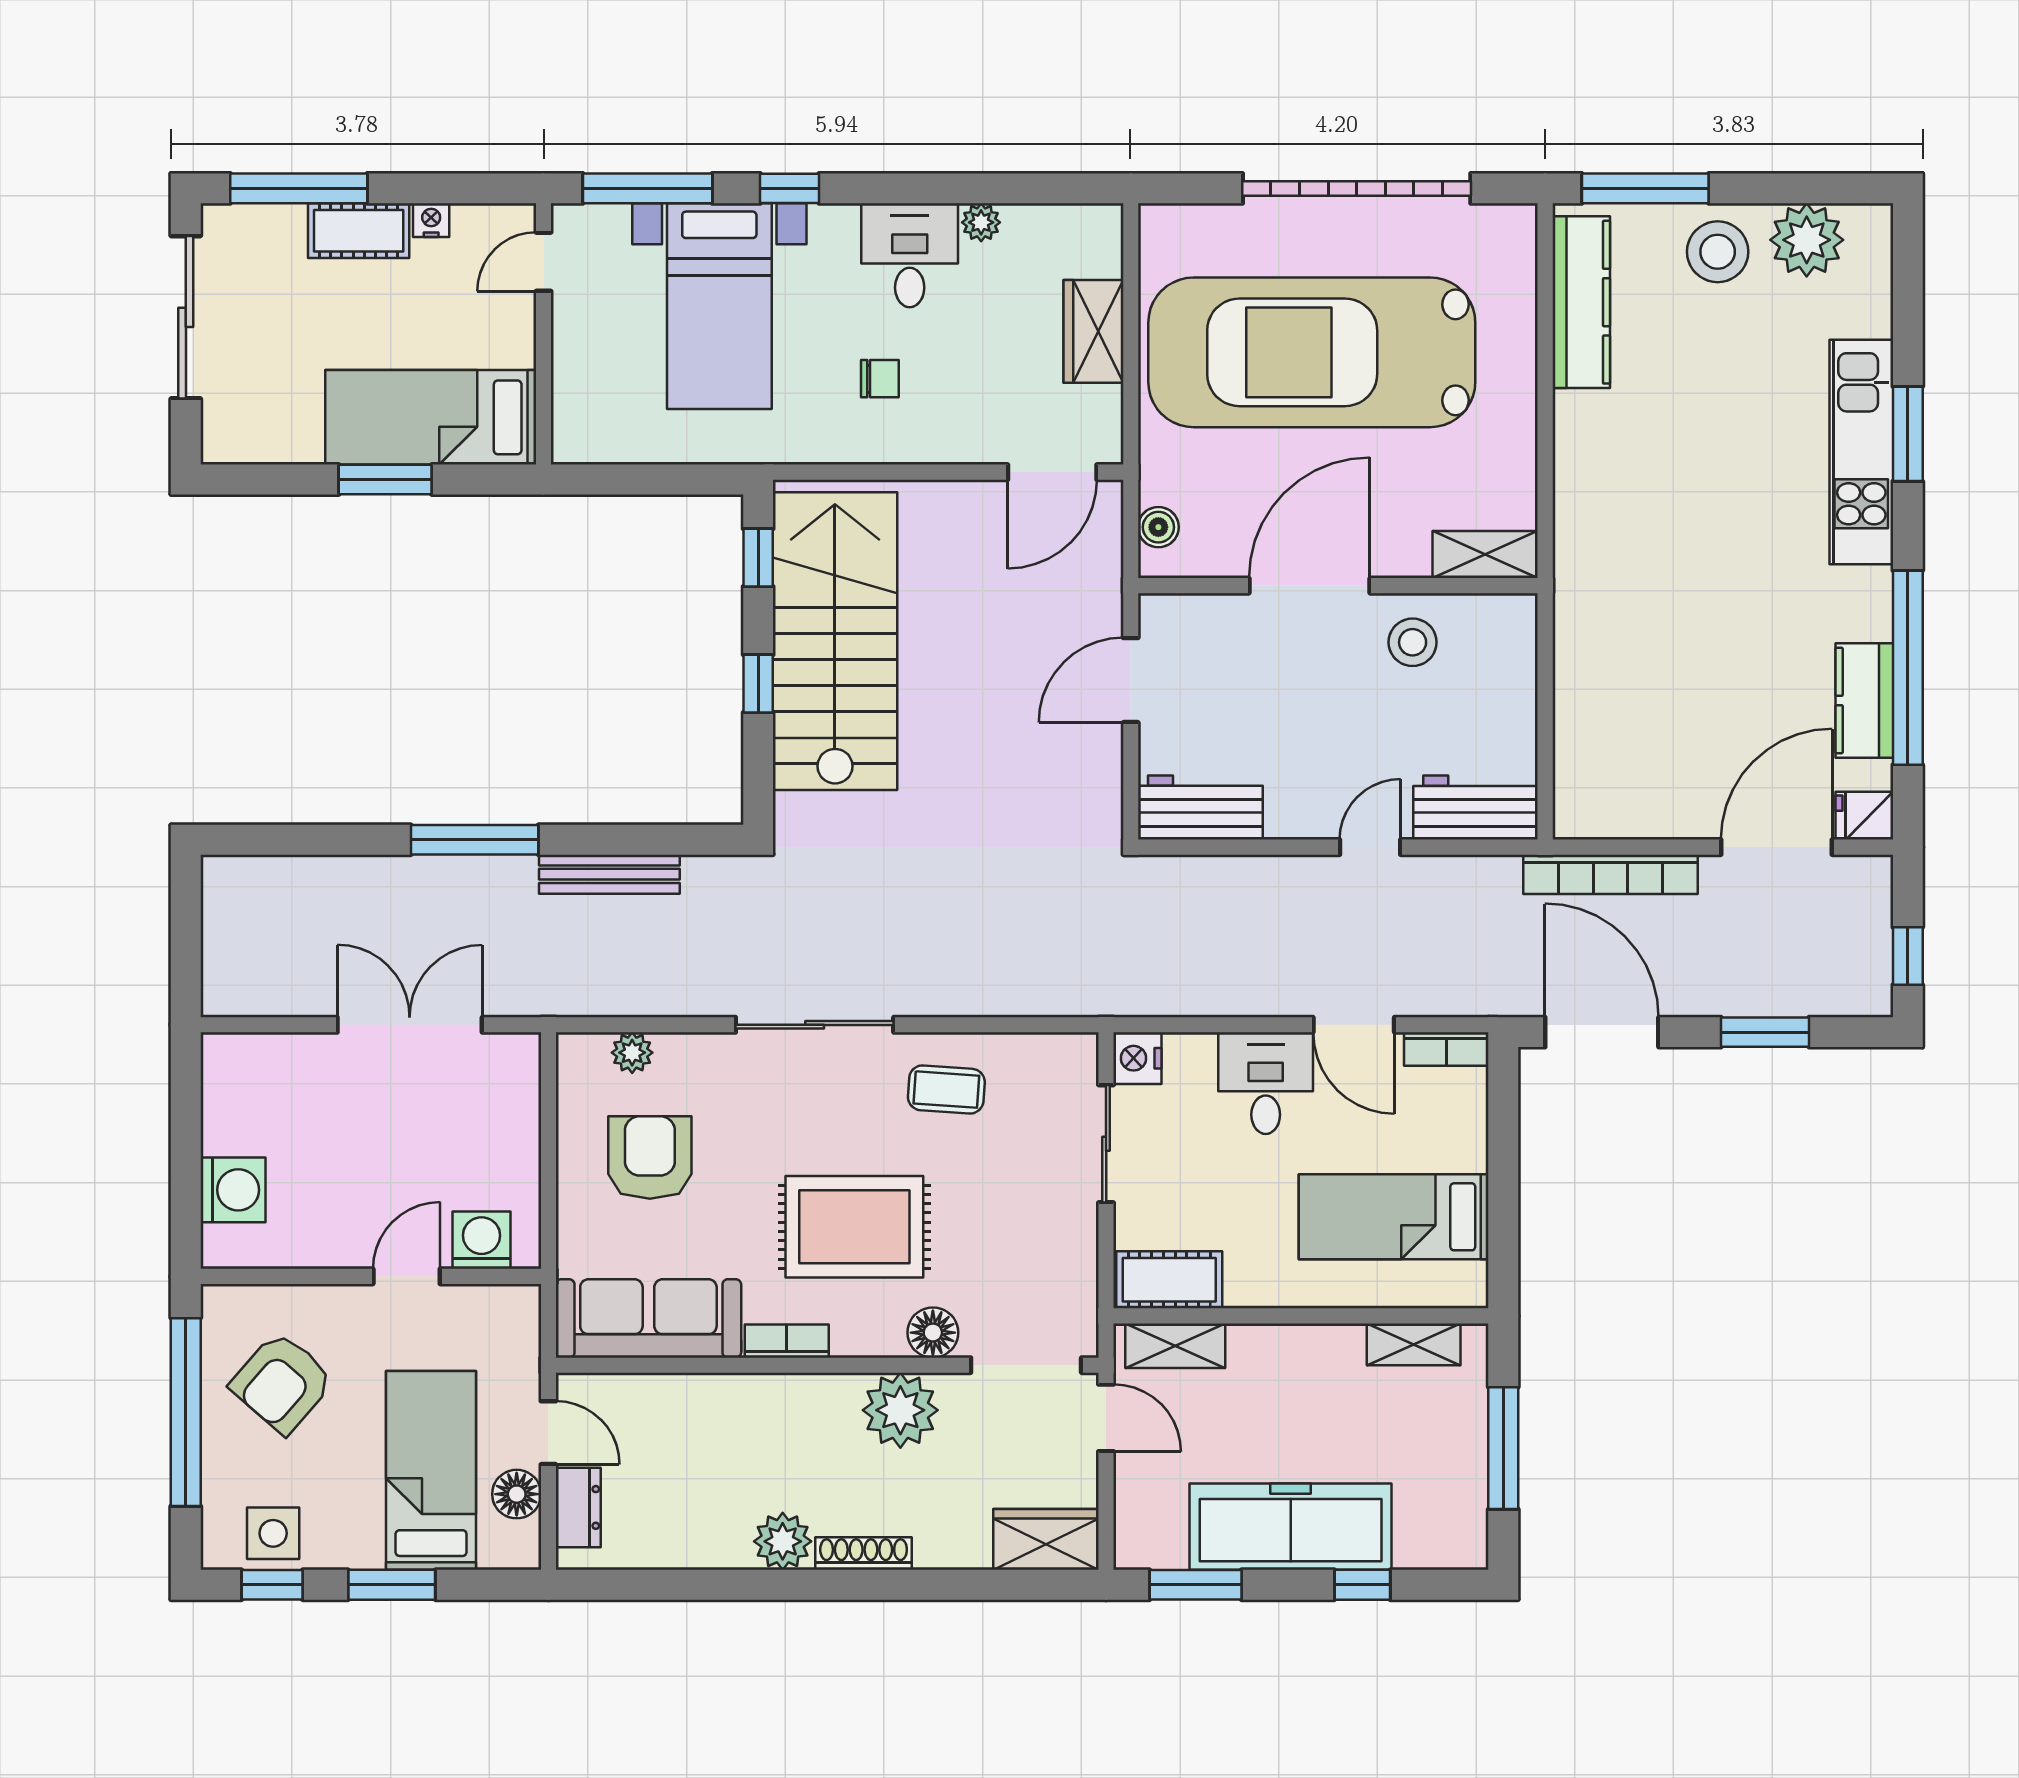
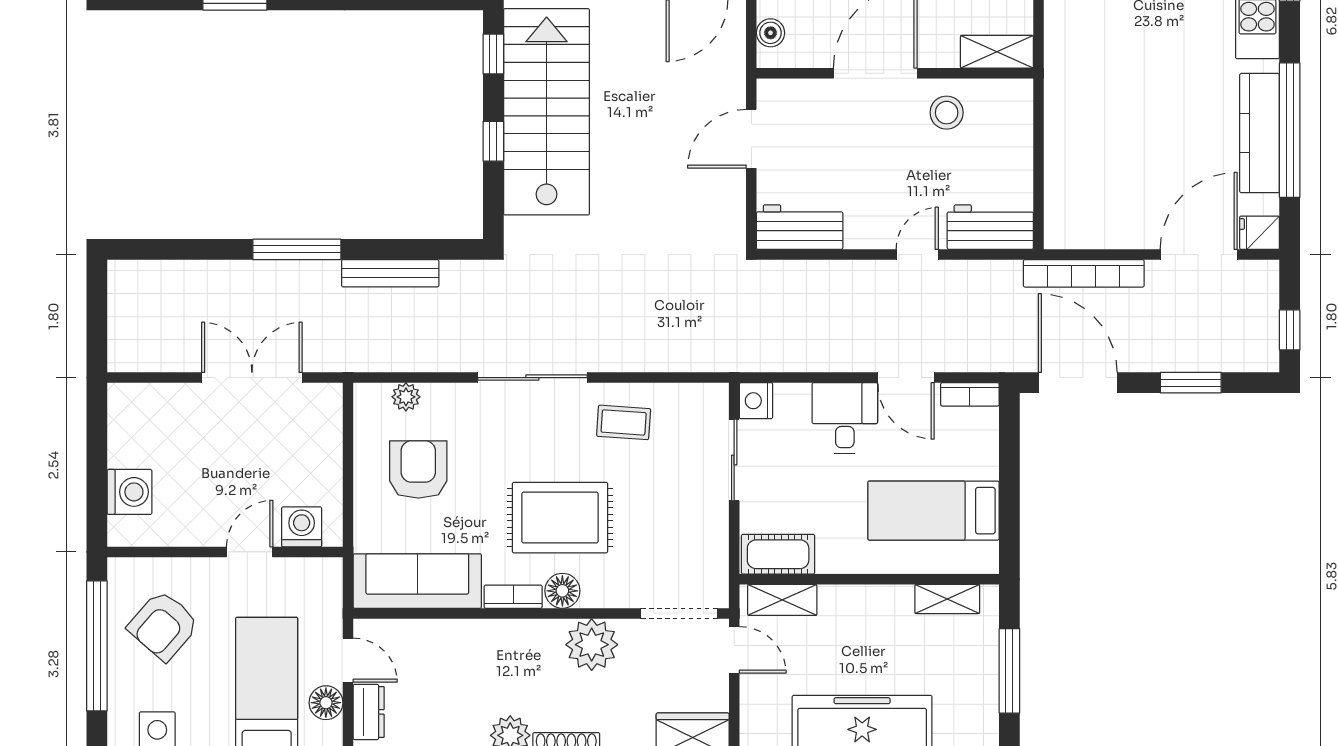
kitchen counter: (1864, 700) -> (1260, 133), width x1.50
floor lamp: (933, 1333) -> (562, 591), moved

